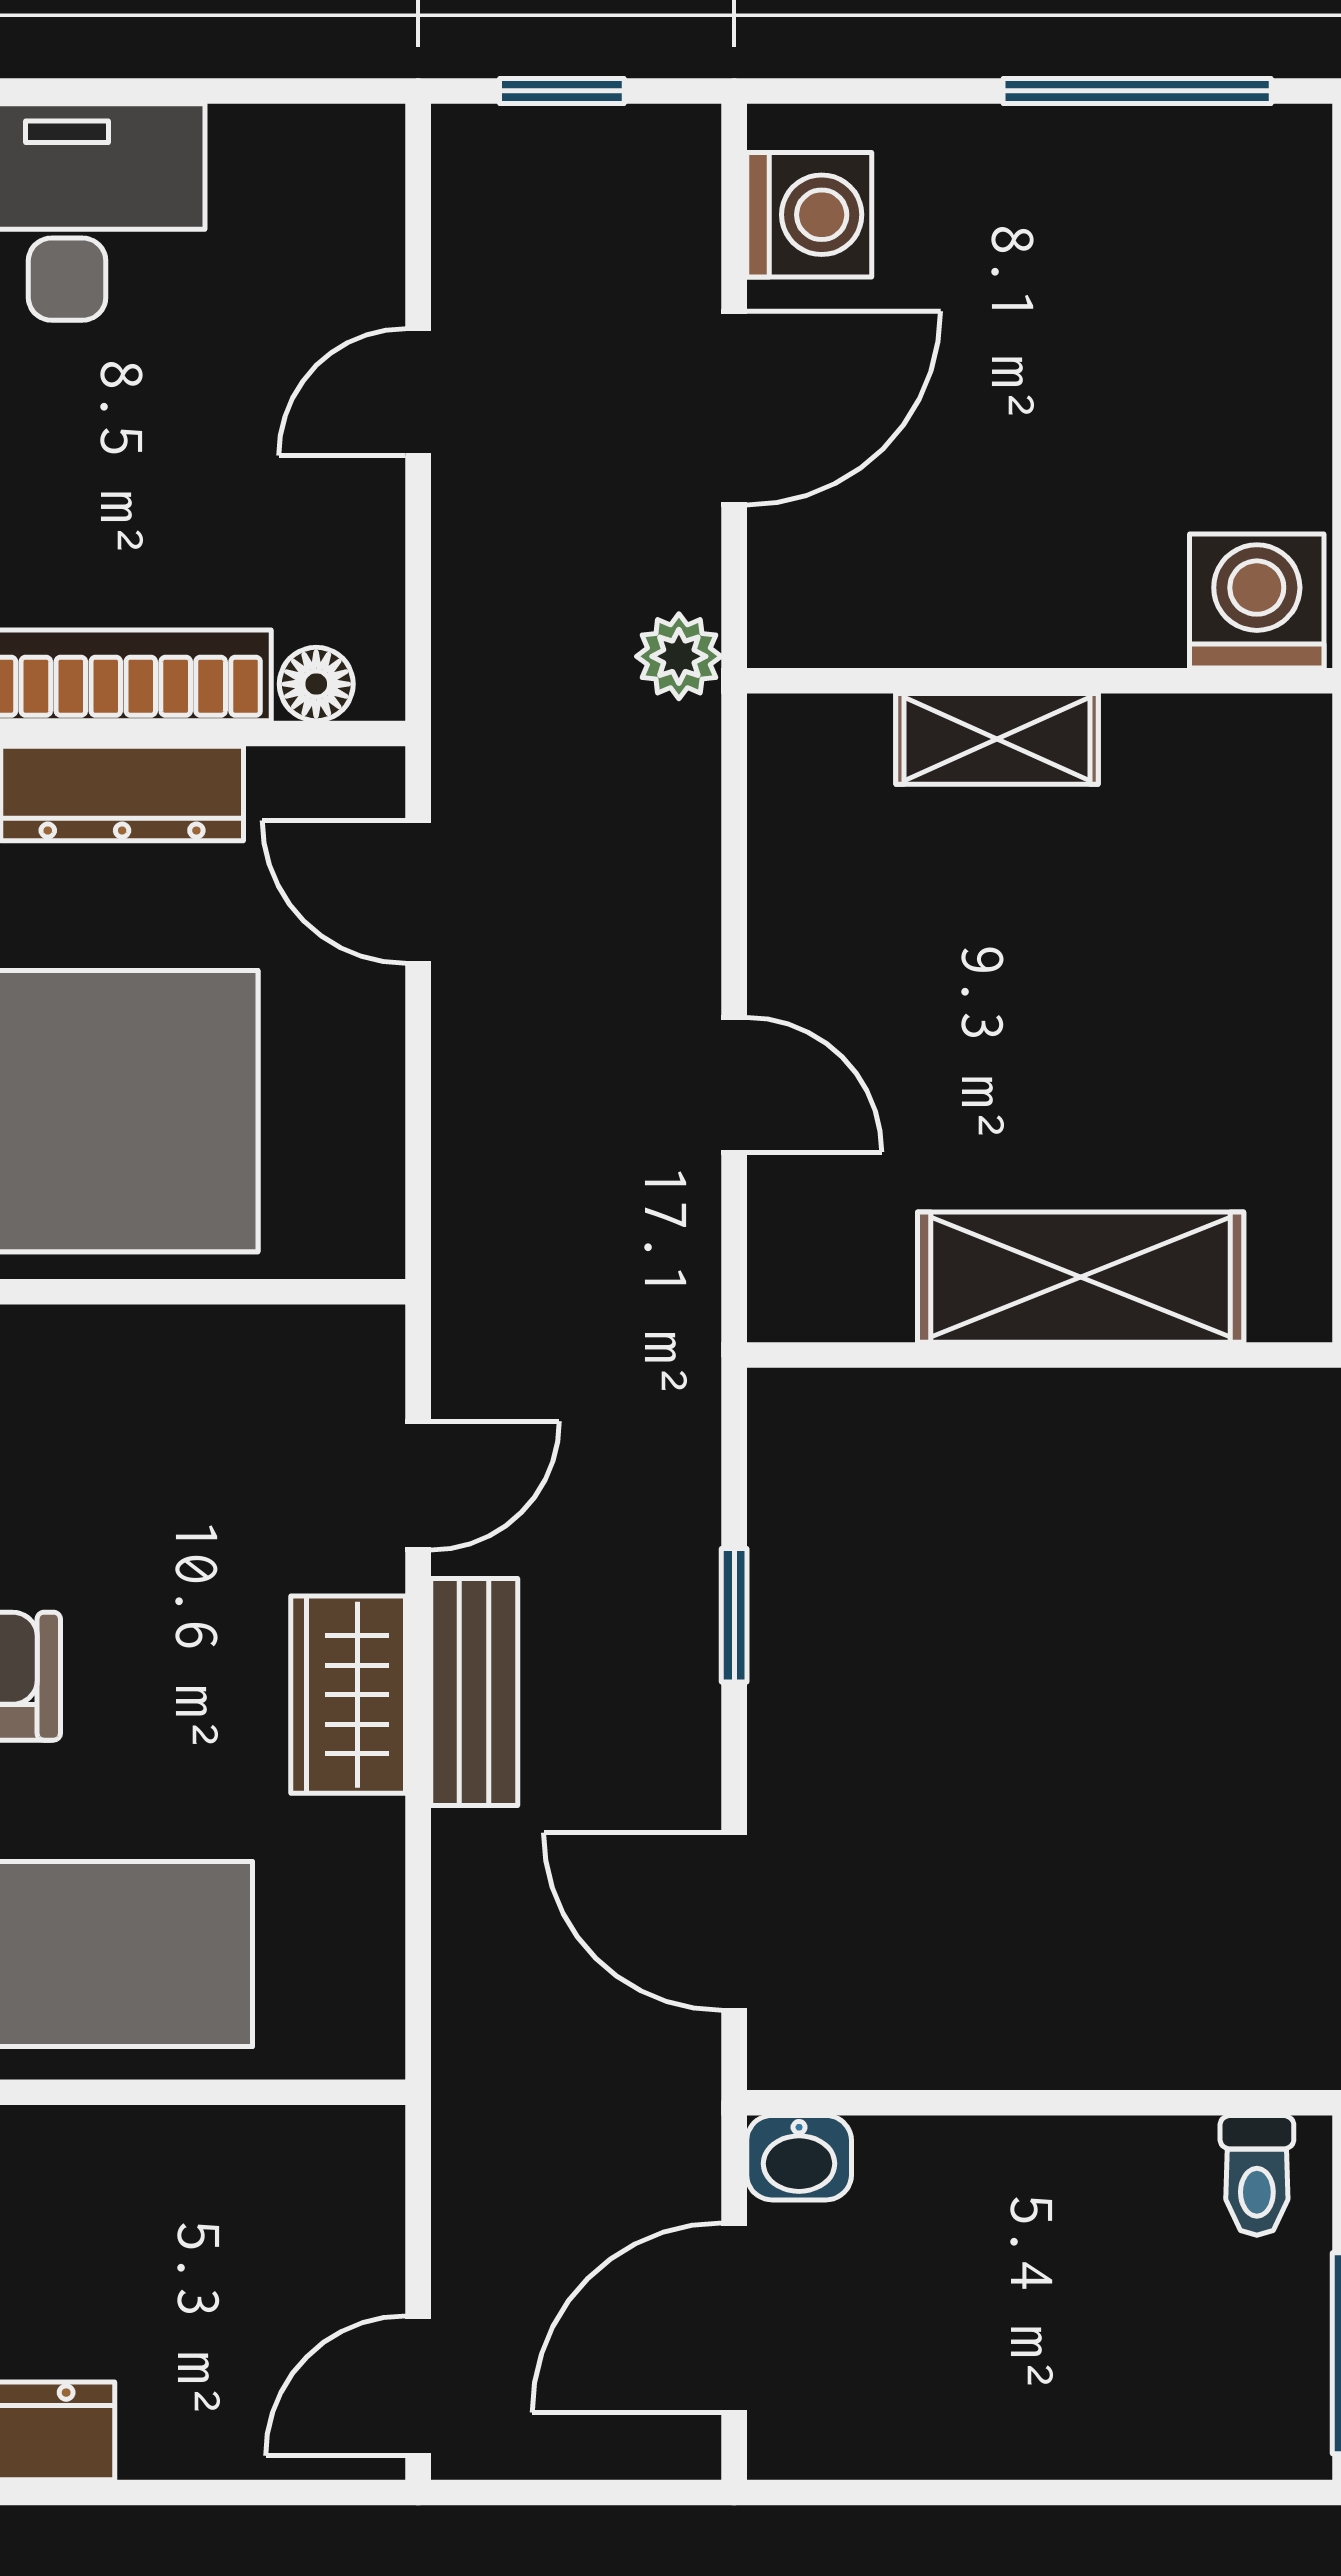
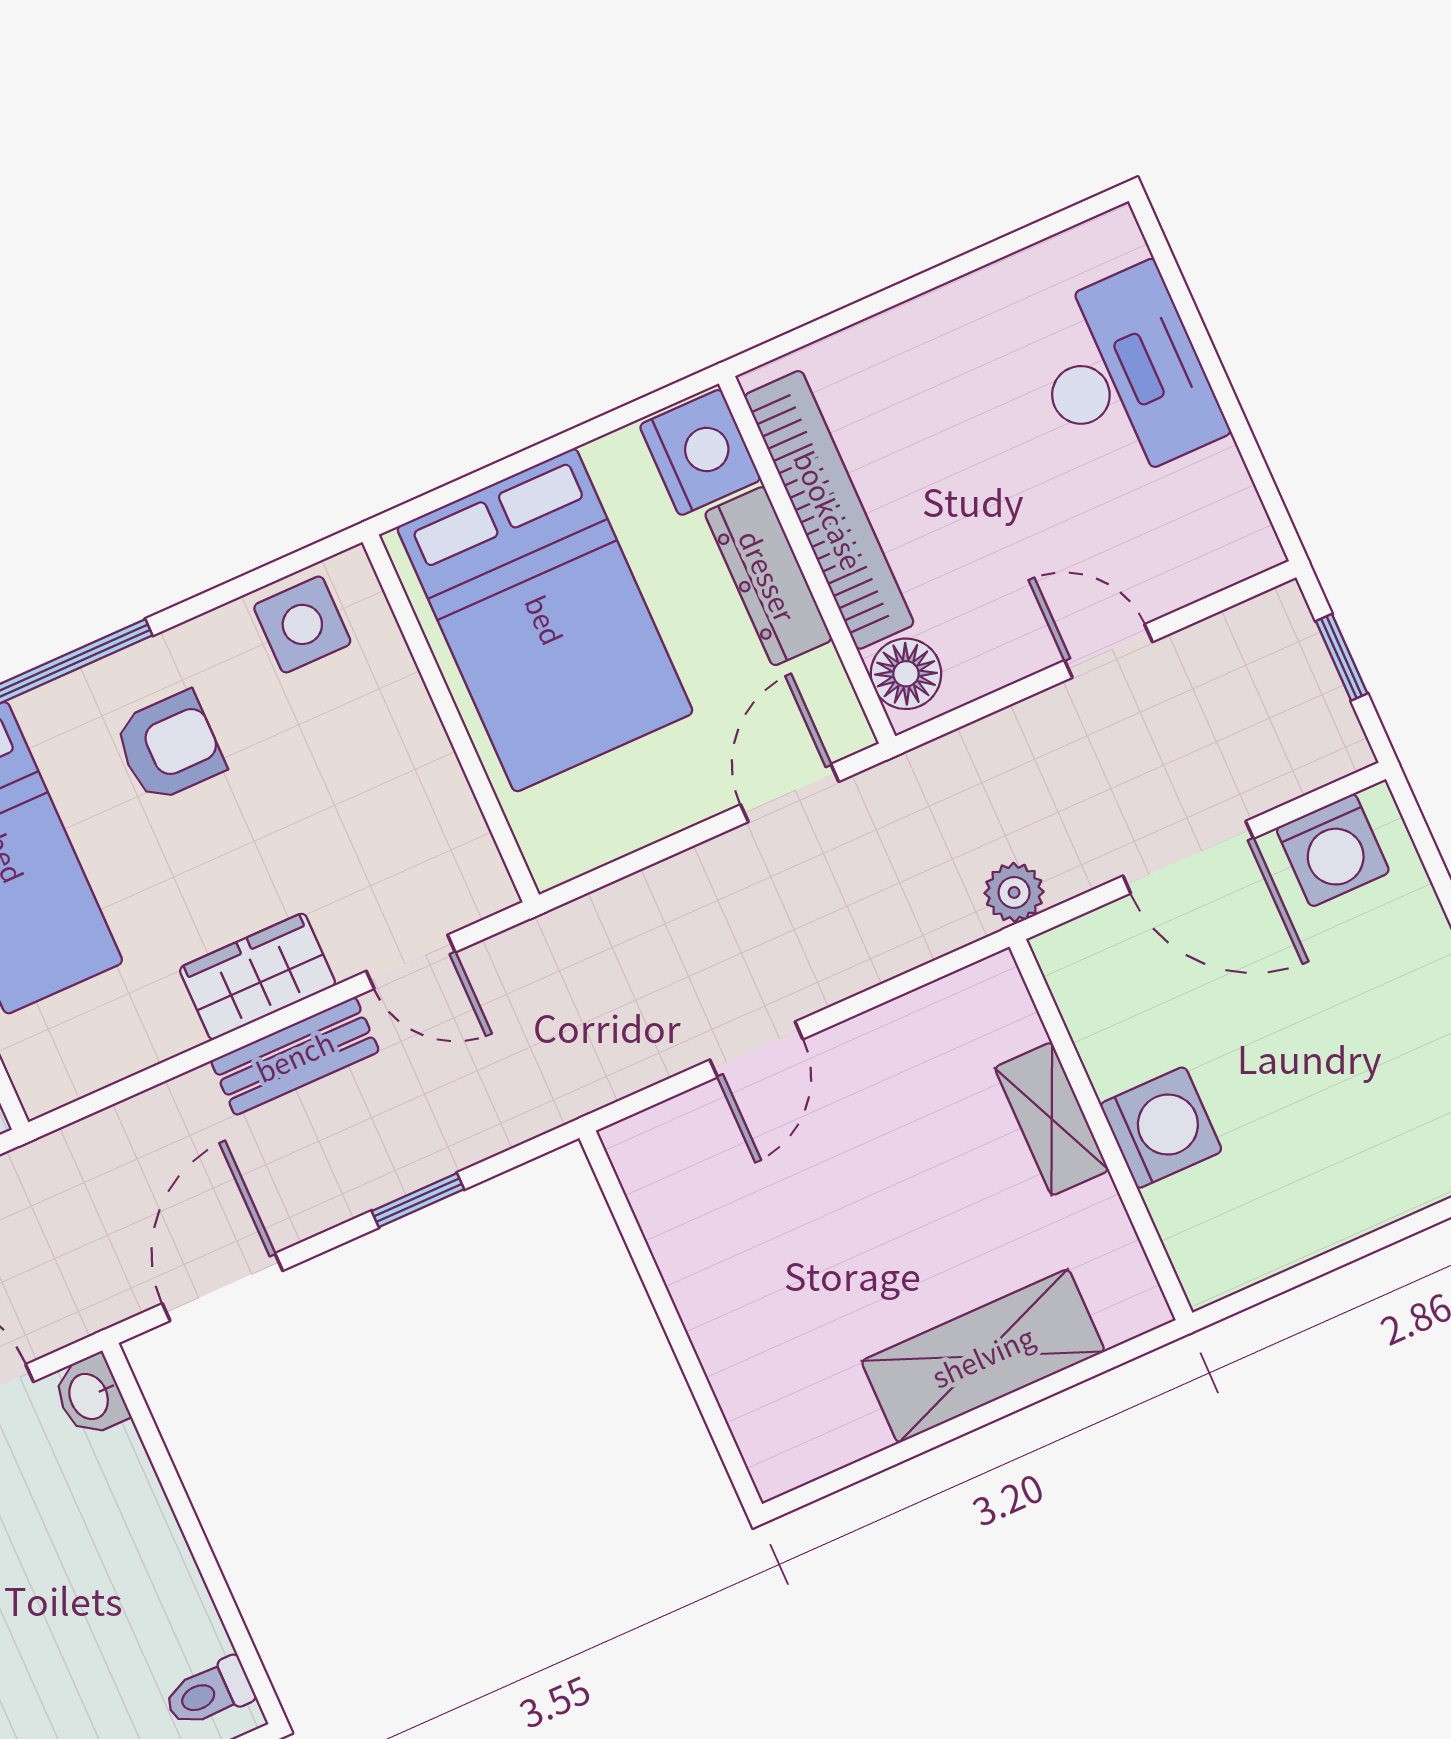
washing machine: (1257, 601) -> (1161, 1128), moved
floor lamp: (316, 684) -> (906, 674), width x1.37, depth x1.37
shelving: (1081, 1277) -> (983, 1356), moved, turned 90

